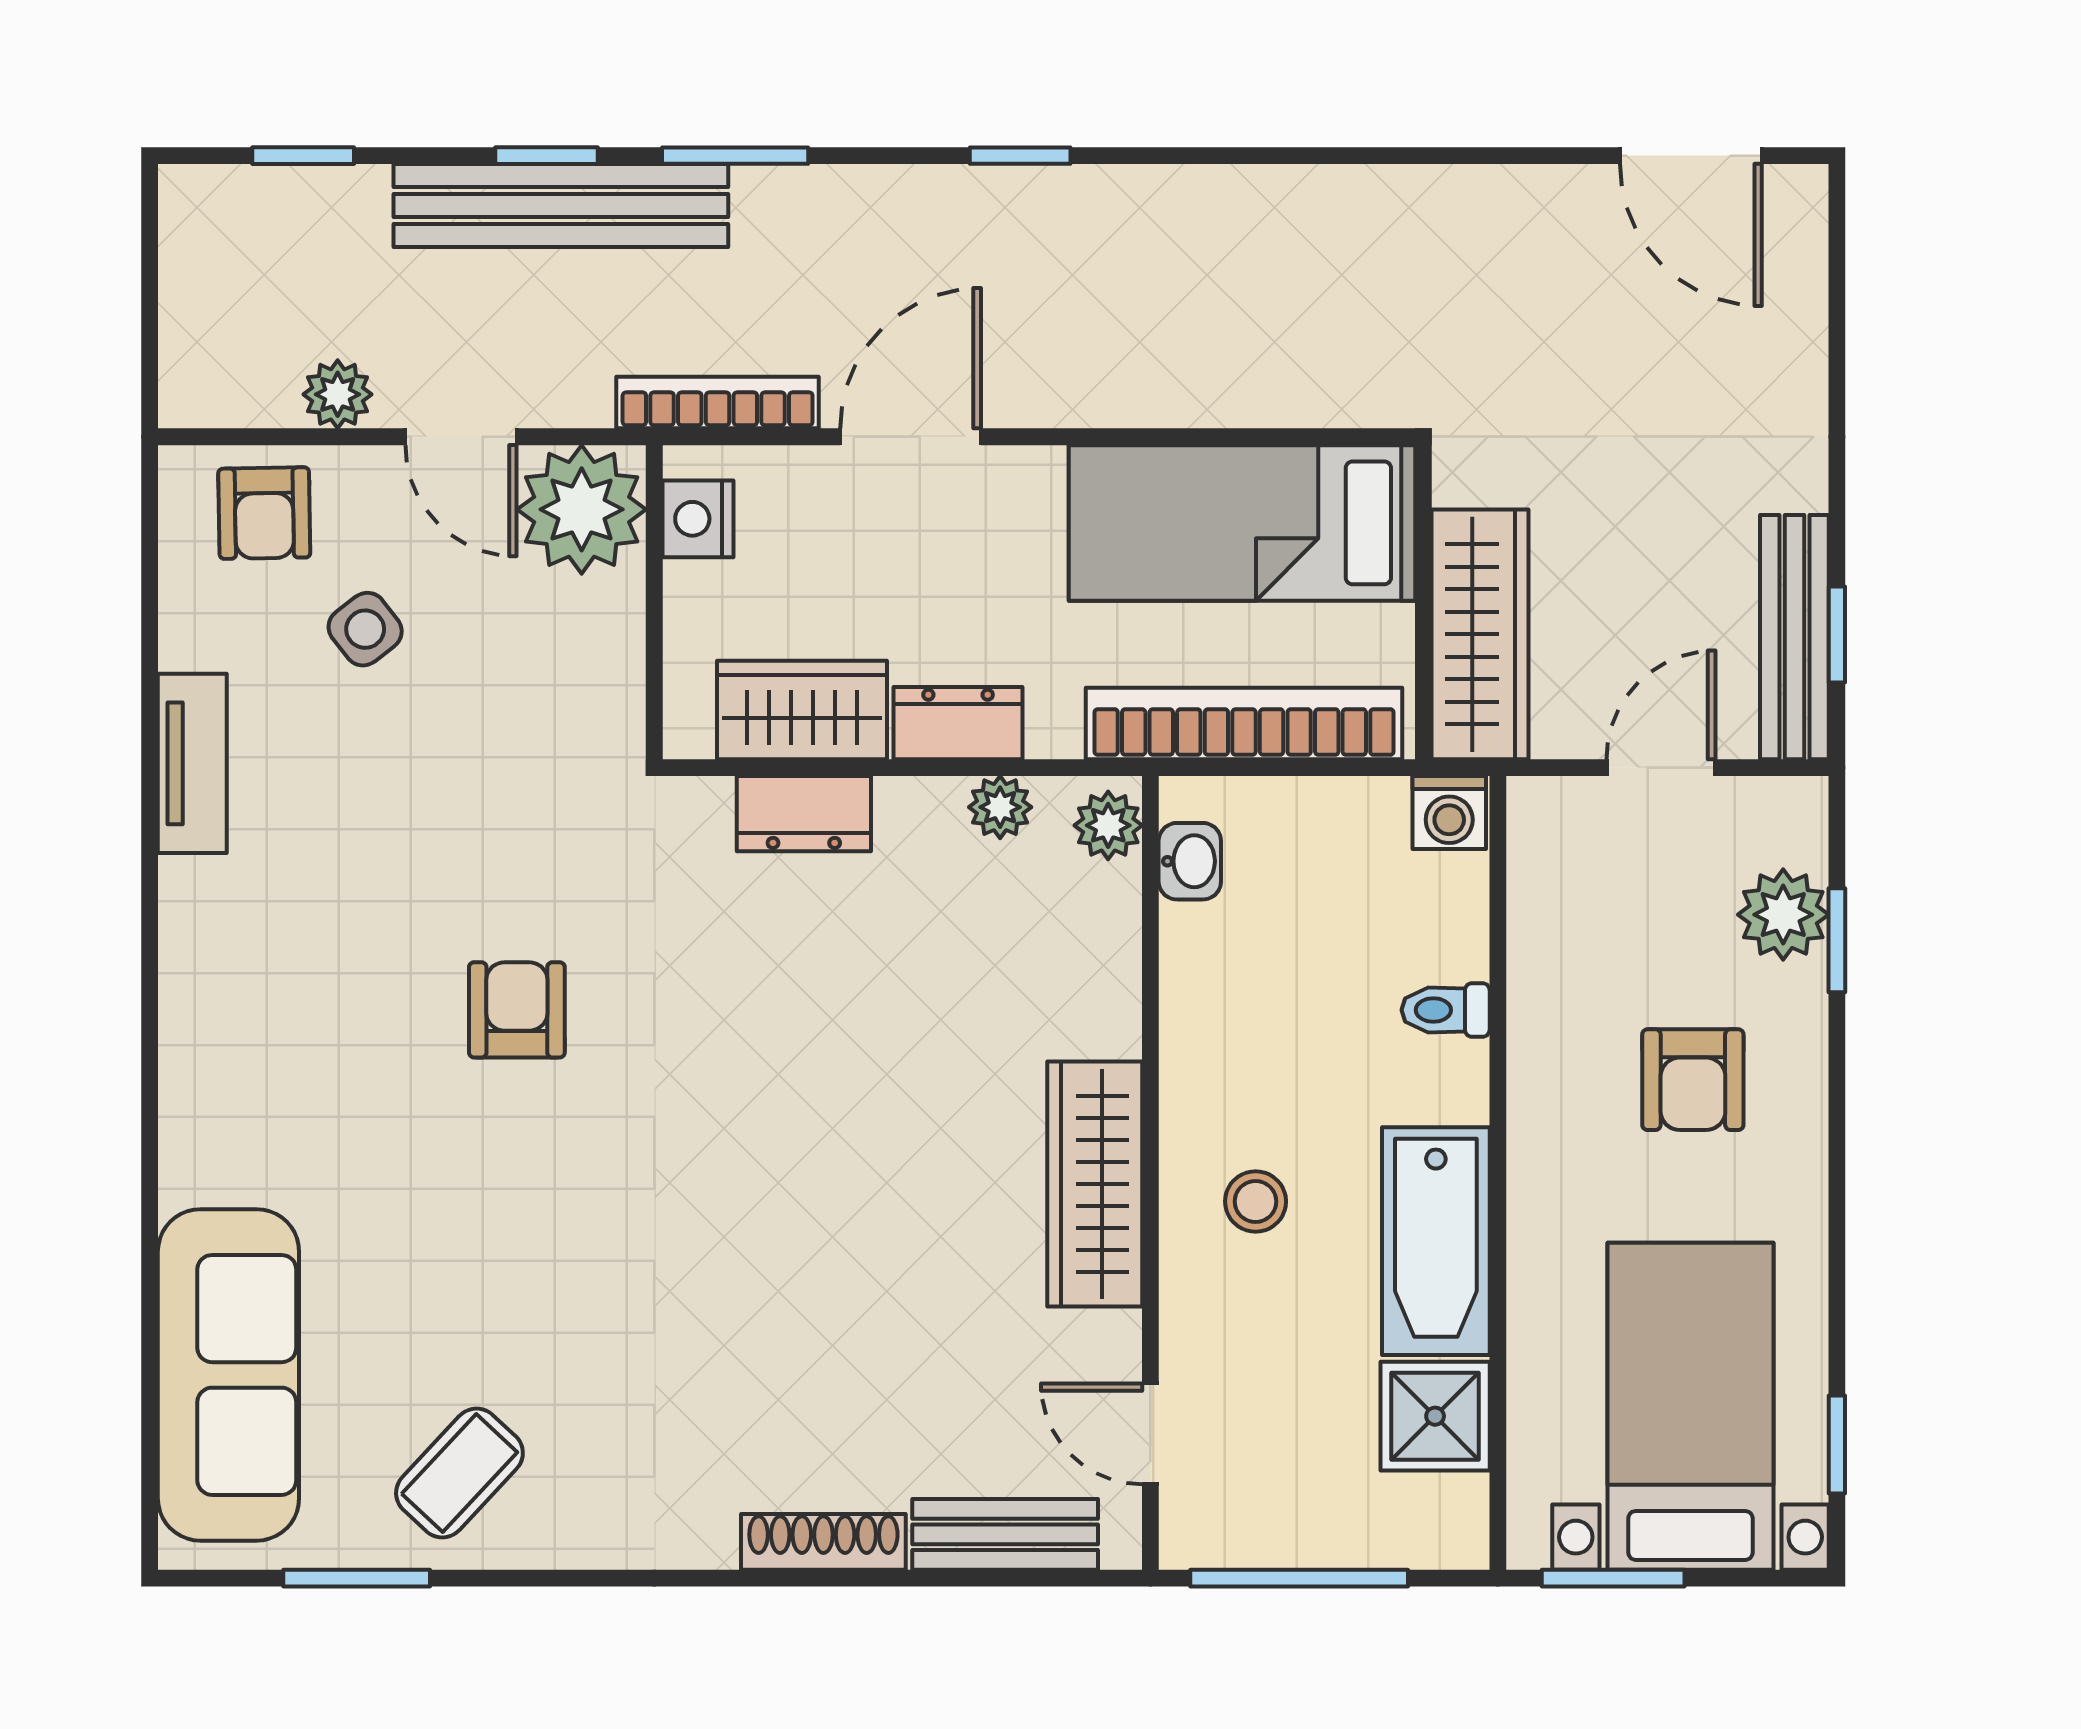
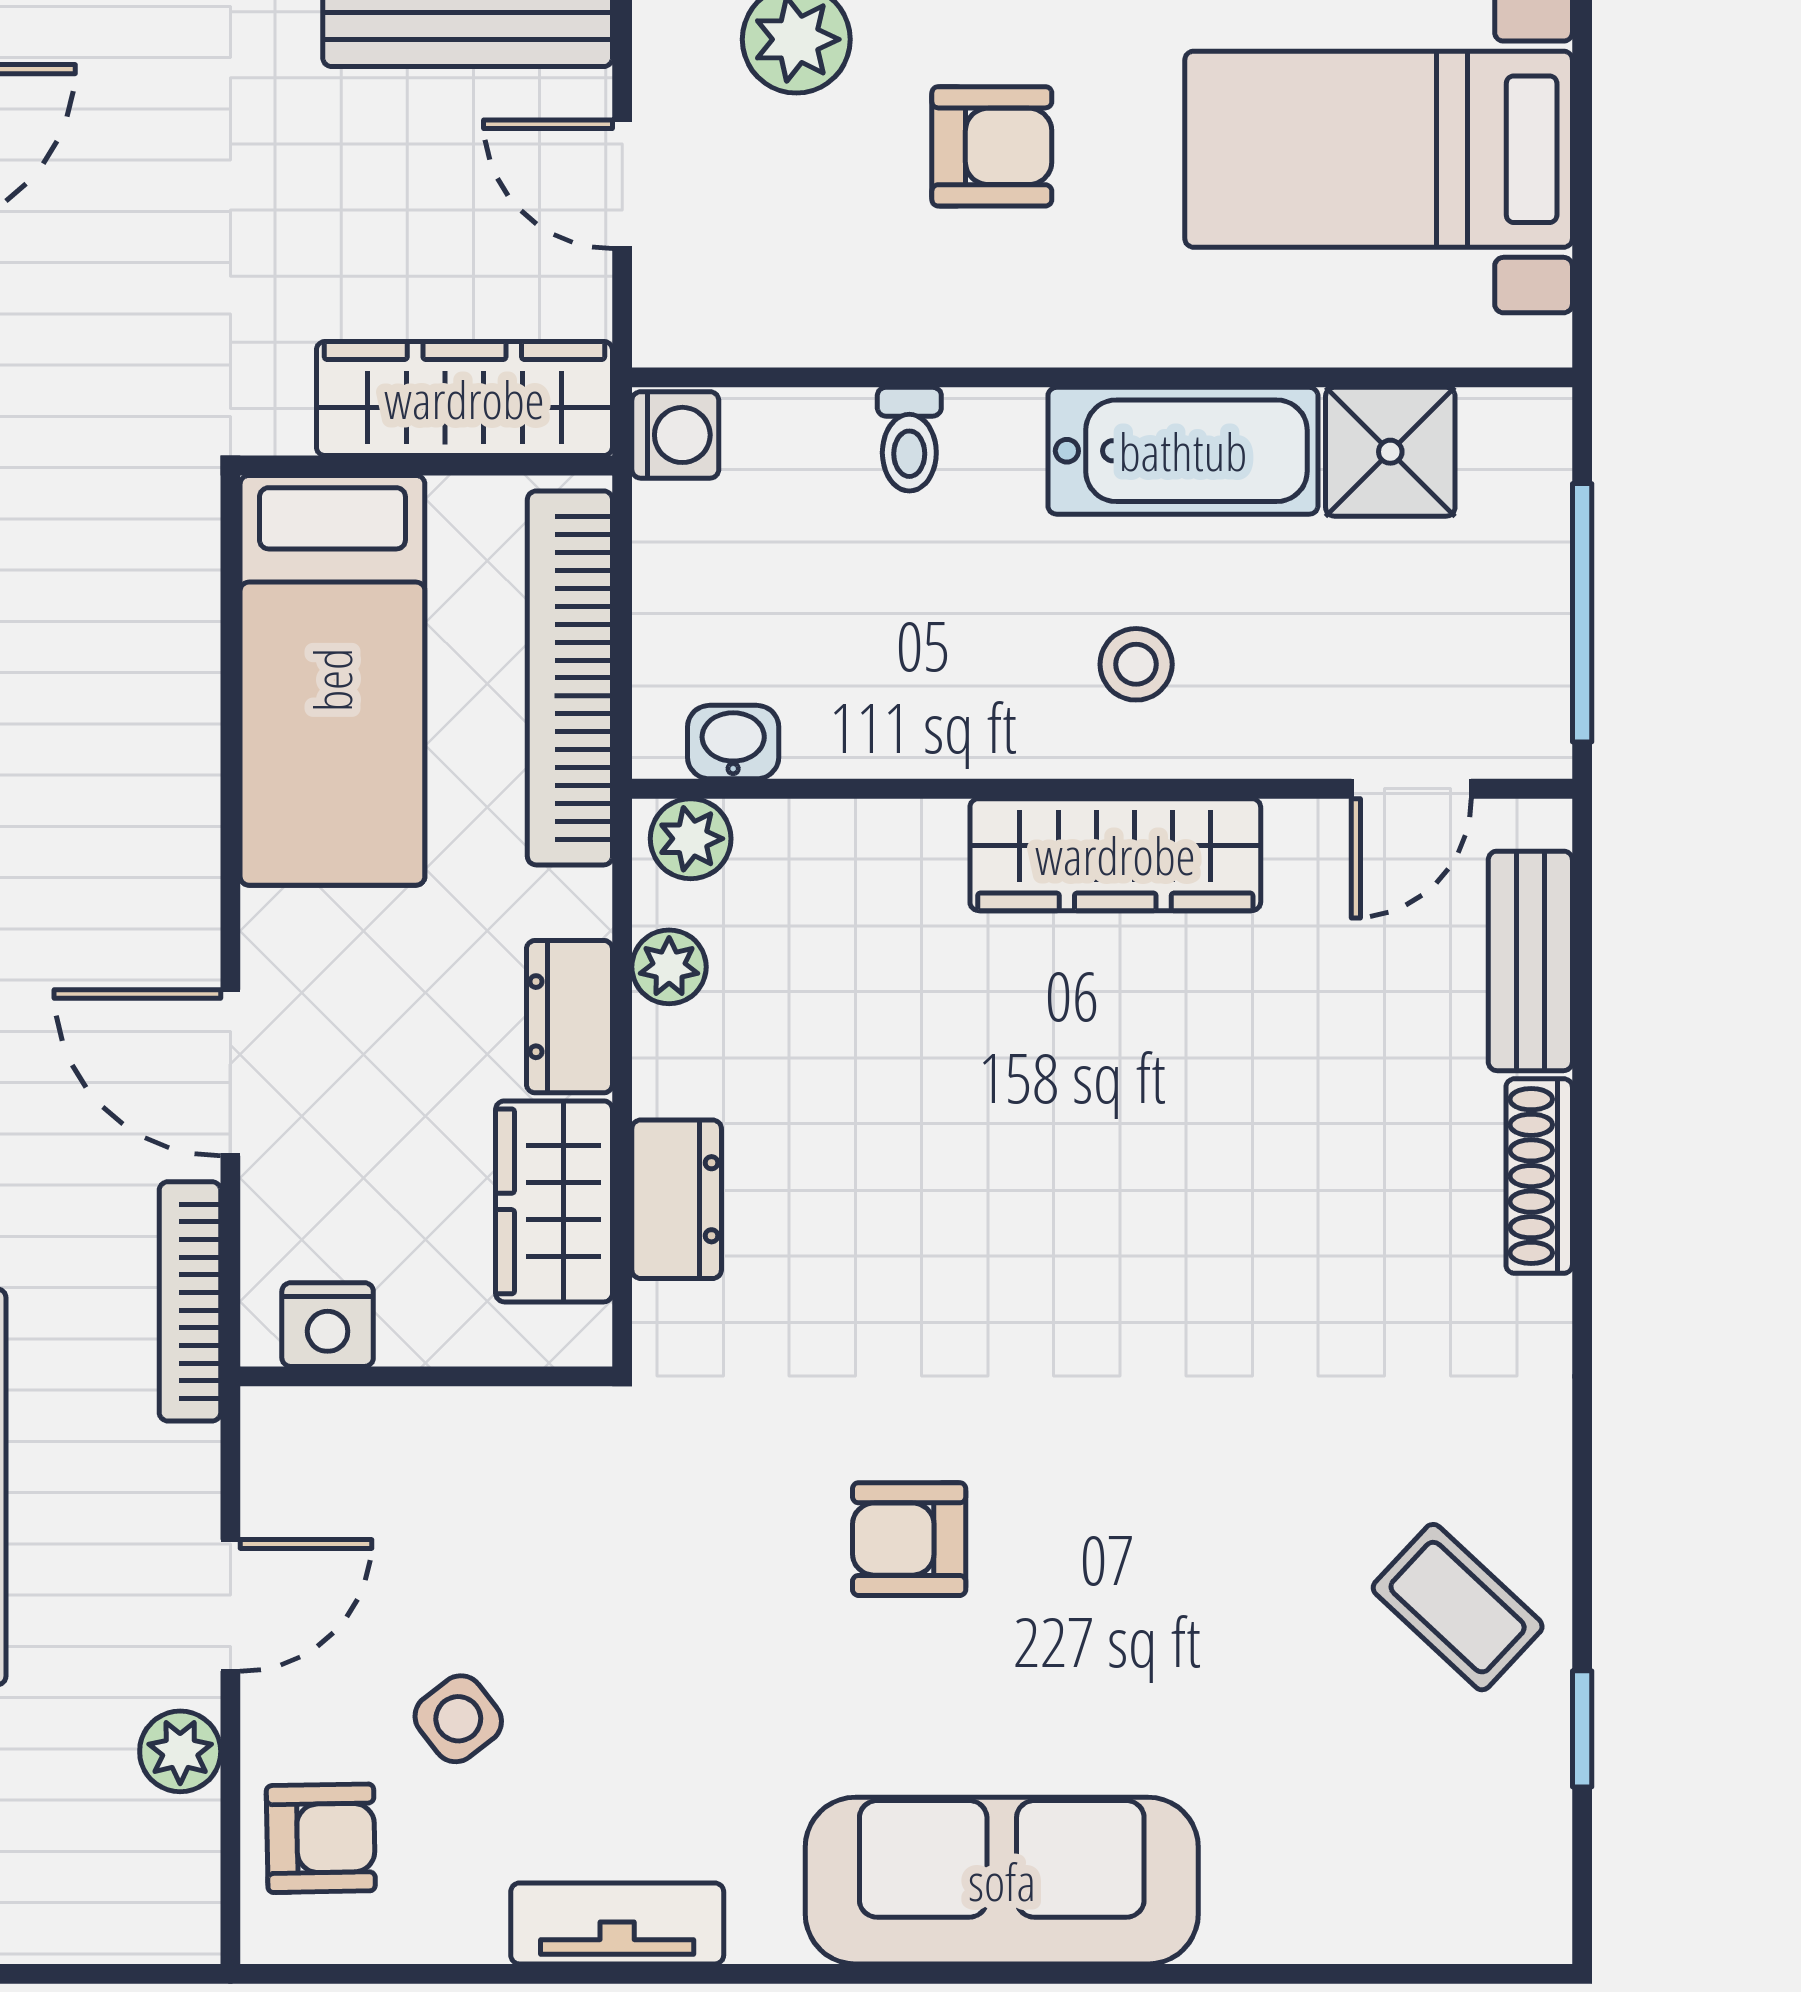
plant: (582, 509) -> (317, 1462), removed
sofa: (228, 1375) -> (1002, 1881), moved
window: (357, 1578) -> (1582, 1729), width x0.67
window: (1613, 1578) -> (1582, 241), removed

